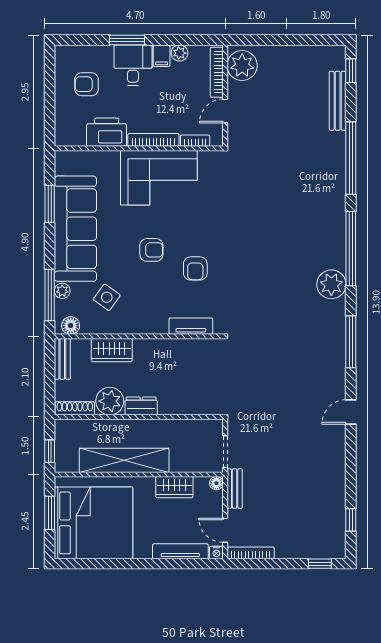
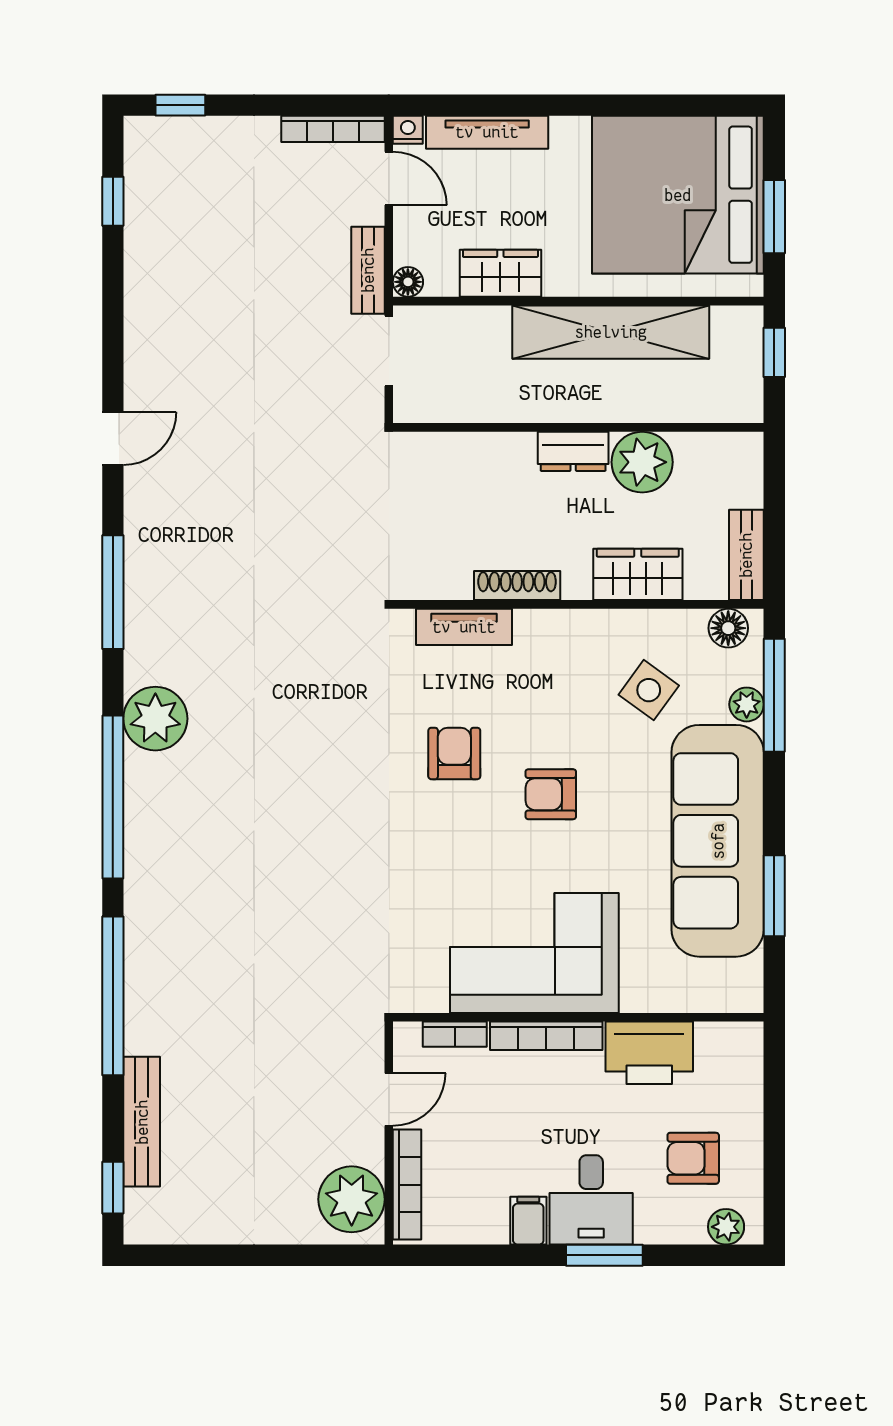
plant: (179, 53) -> (726, 1227), moved
armchair: (87, 84) -> (693, 1158), turned 180
shoe rack: (75, 408) -> (517, 586), moved, turned 180

